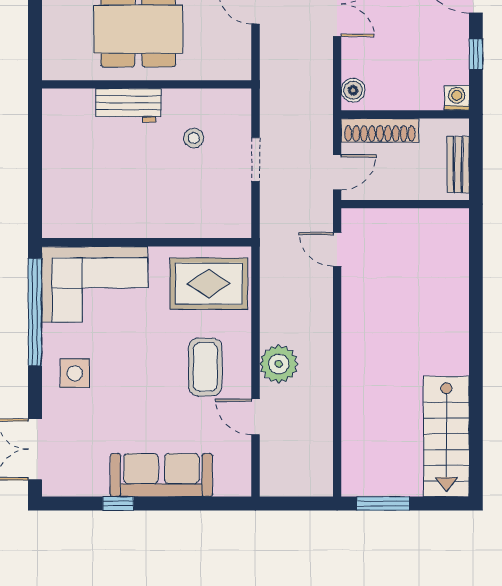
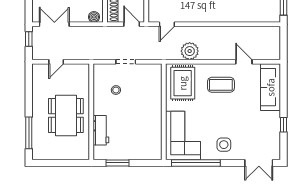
workbench: (128, 105) -> (101, 130), moved
window: (35, 142) -> (118, 163), added
plant: (279, 364) -> (190, 51), moved
door: (255, 417) -> (244, 62), swing flipped
sofa: (161, 475) -> (271, 87), moved

